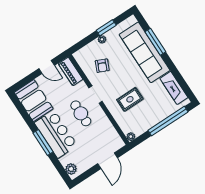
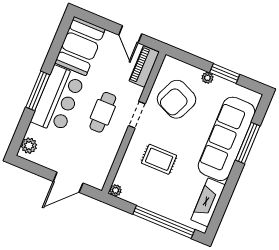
armchair: (102, 66) -> (177, 99), width x1.88, depth x1.88

